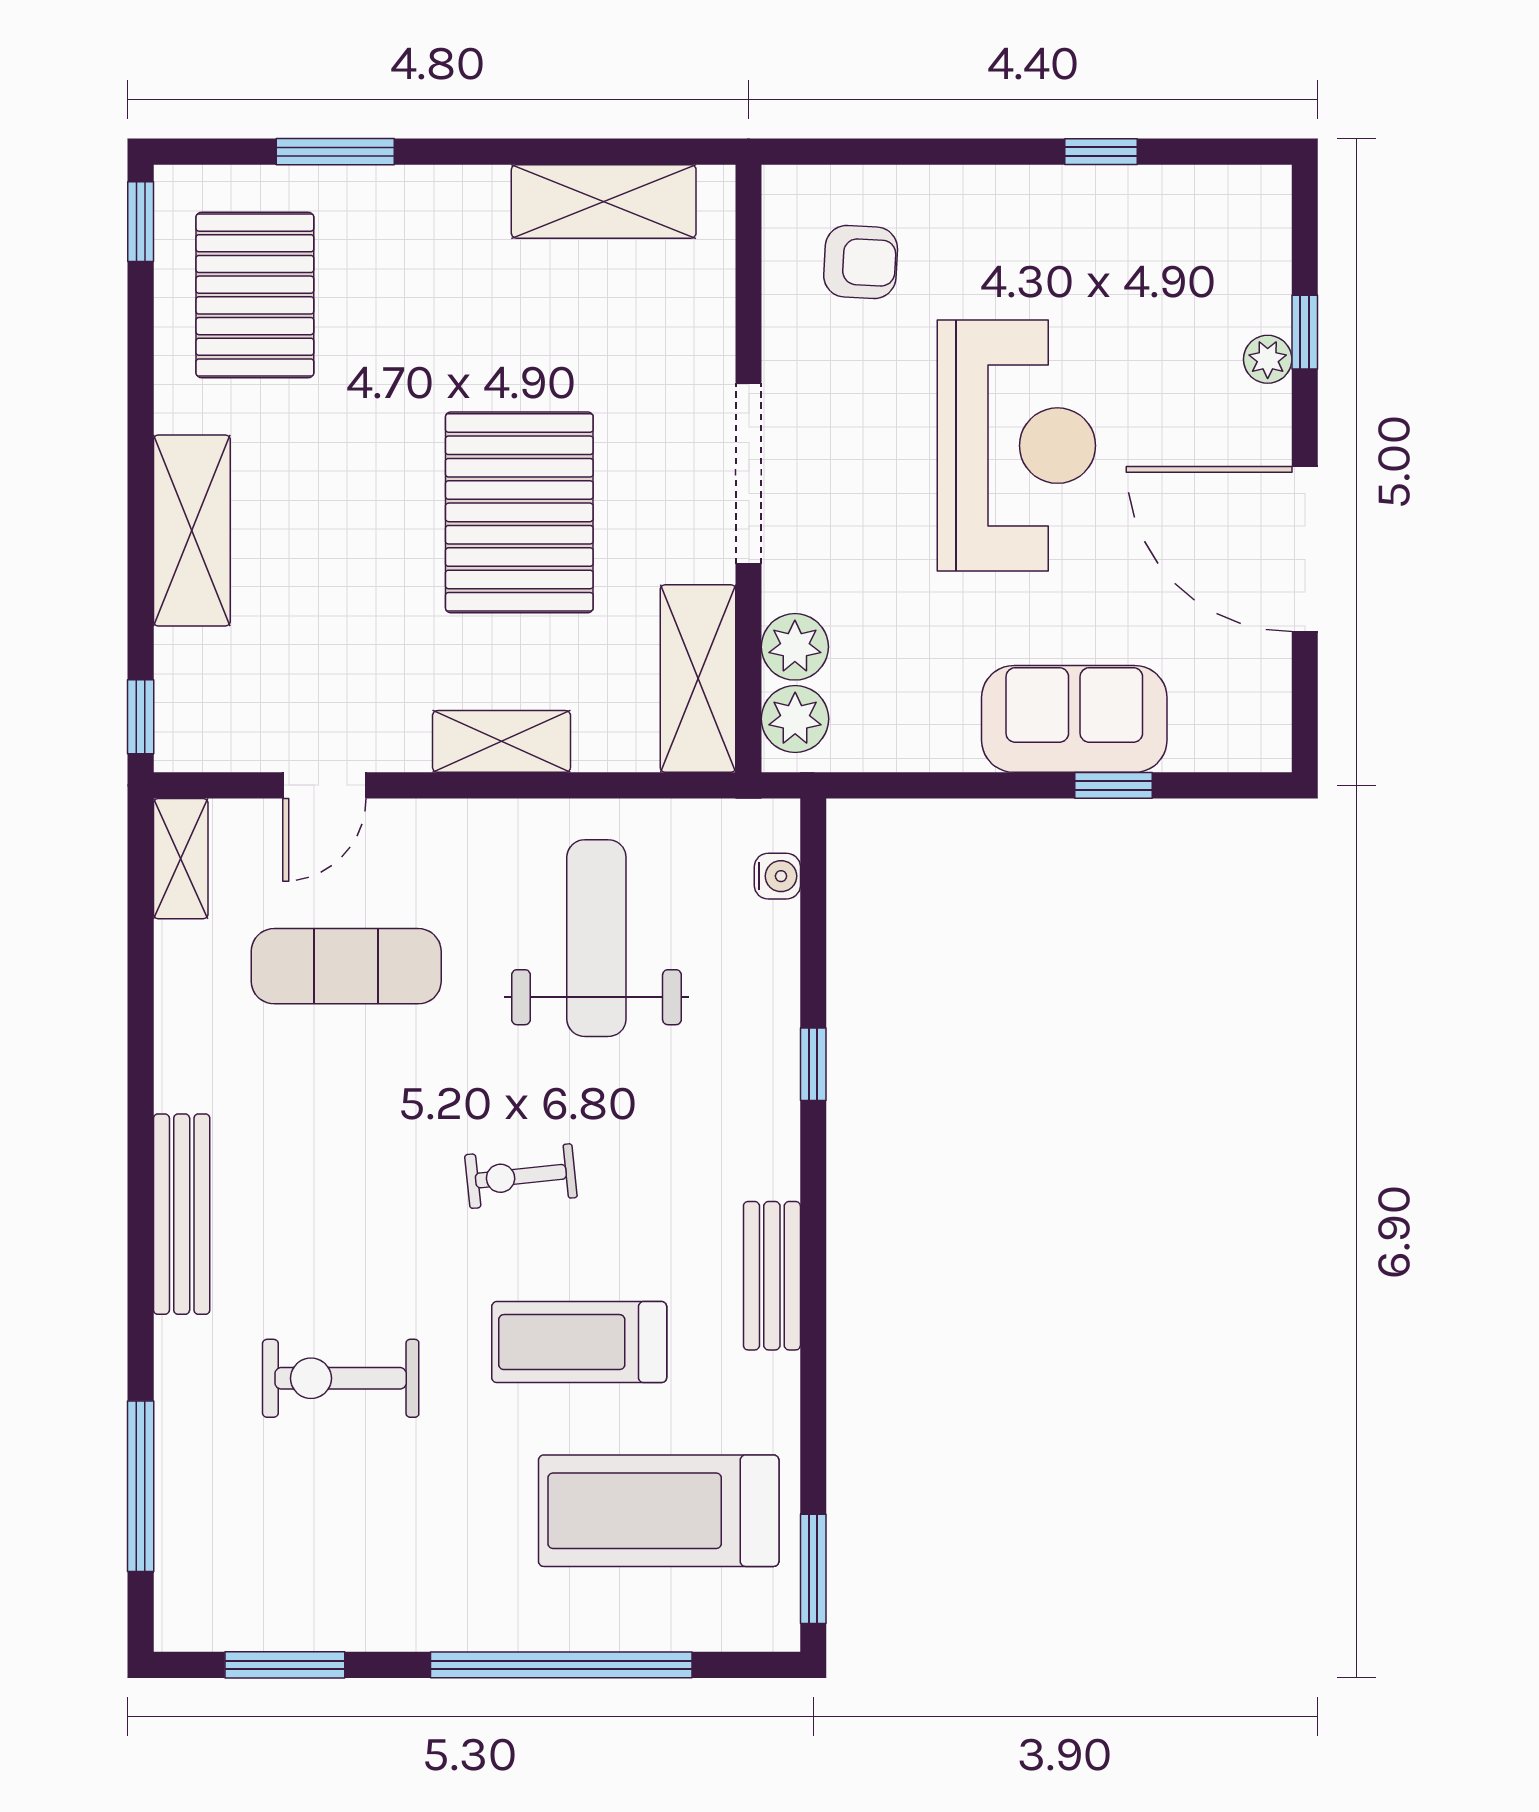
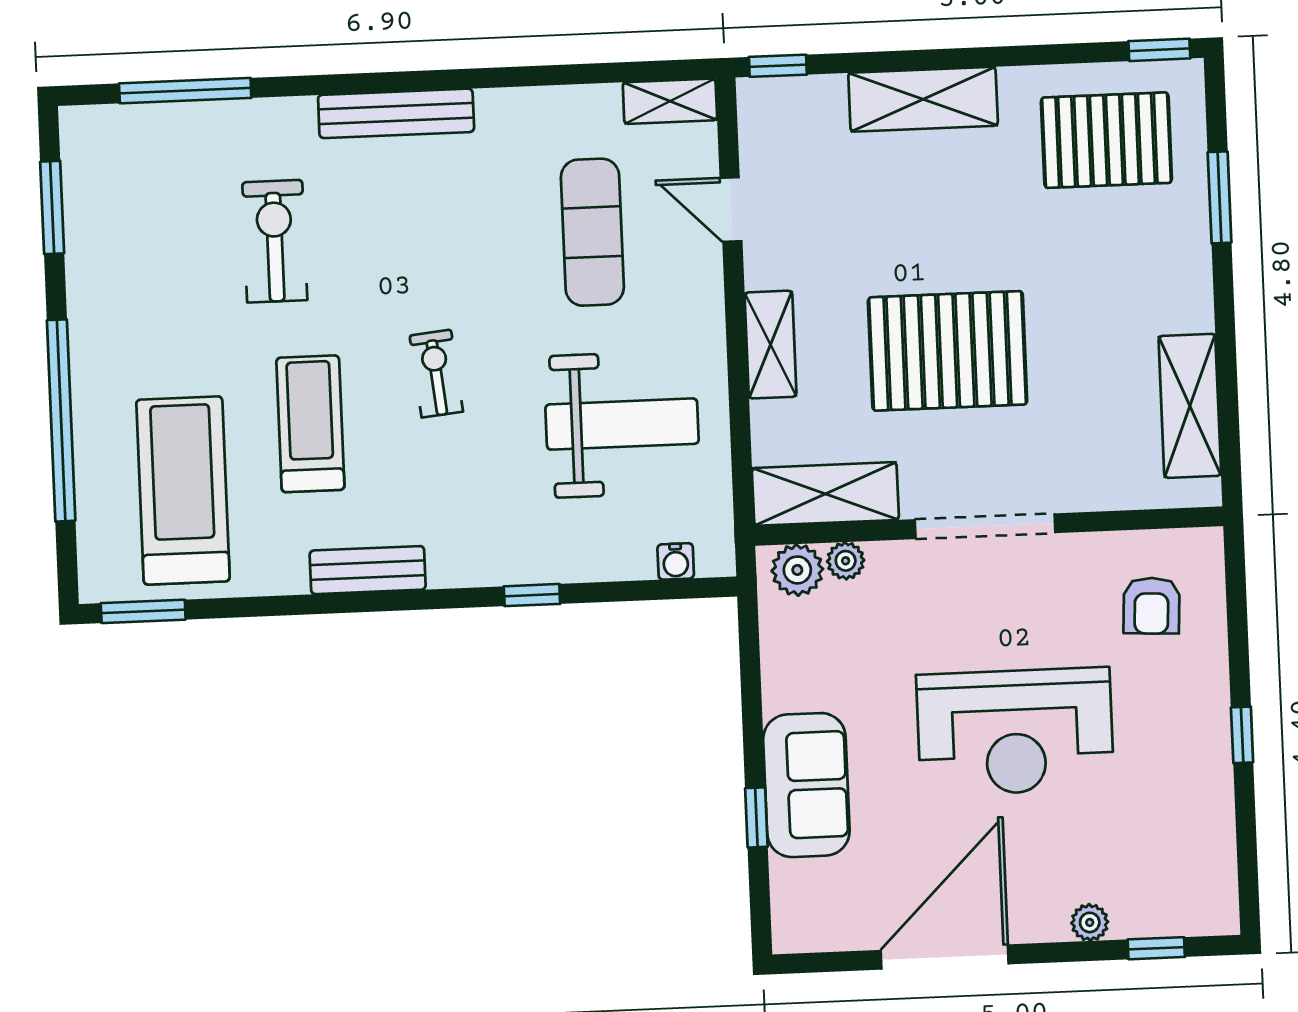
window: (1101, 152) -> (1242, 735), moved
window: (1305, 332) -> (1156, 948), moved
plant: (795, 647) -> (846, 561), width x0.73, depth x0.73

